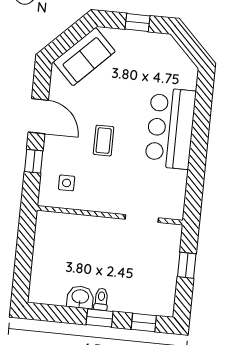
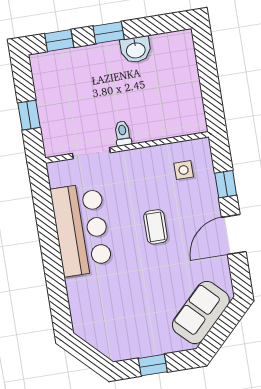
door: (38, 116) -> (234, 234), hinge flipped
bar counter: (170, 128) -> (81, 229), moved
toilet: (101, 299) -> (123, 133), moved, turned 180

